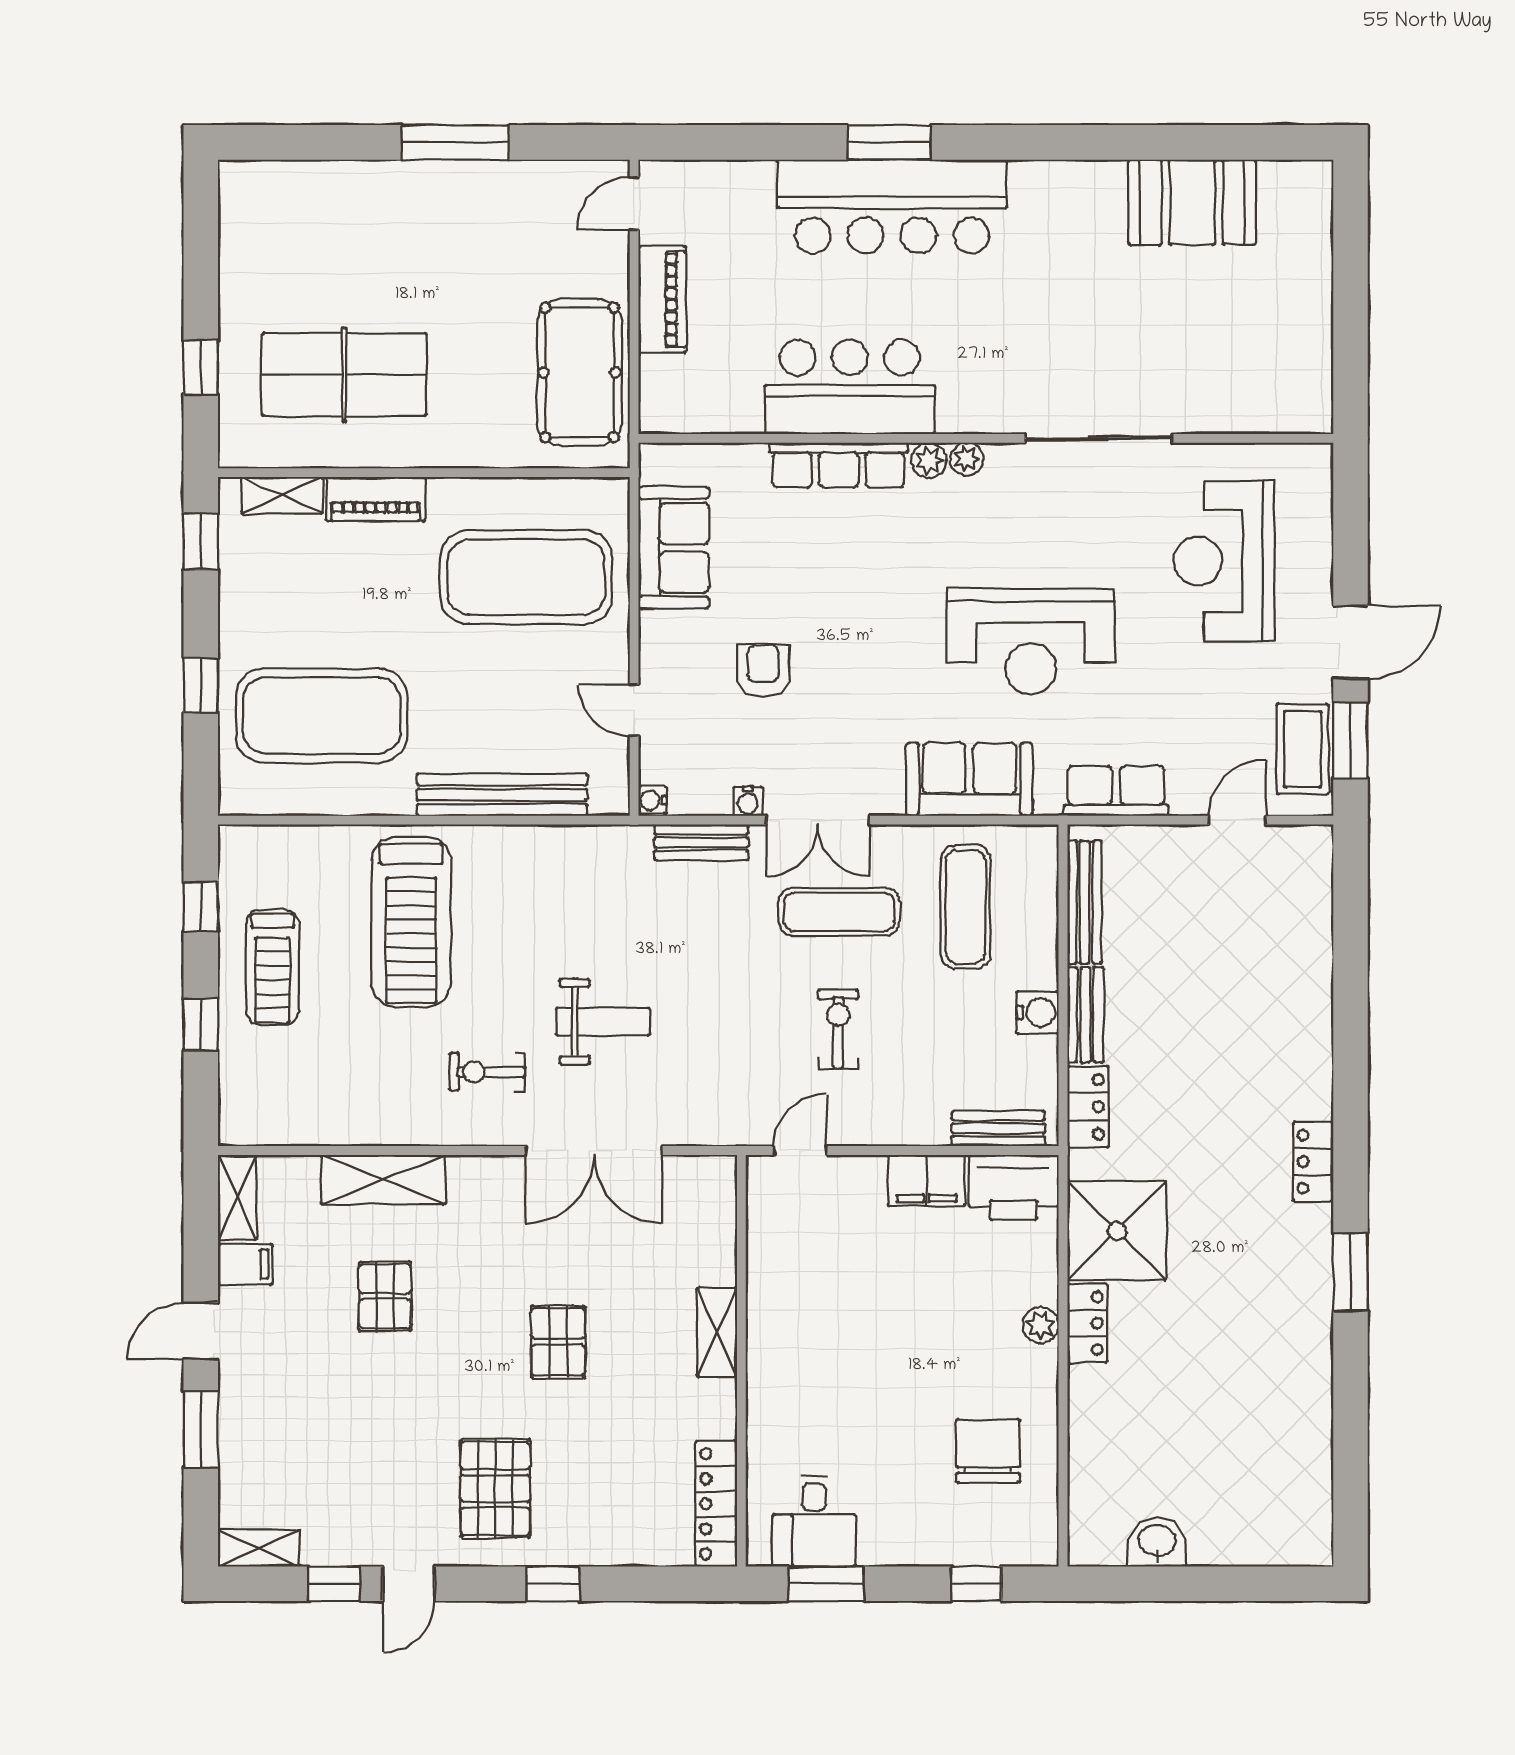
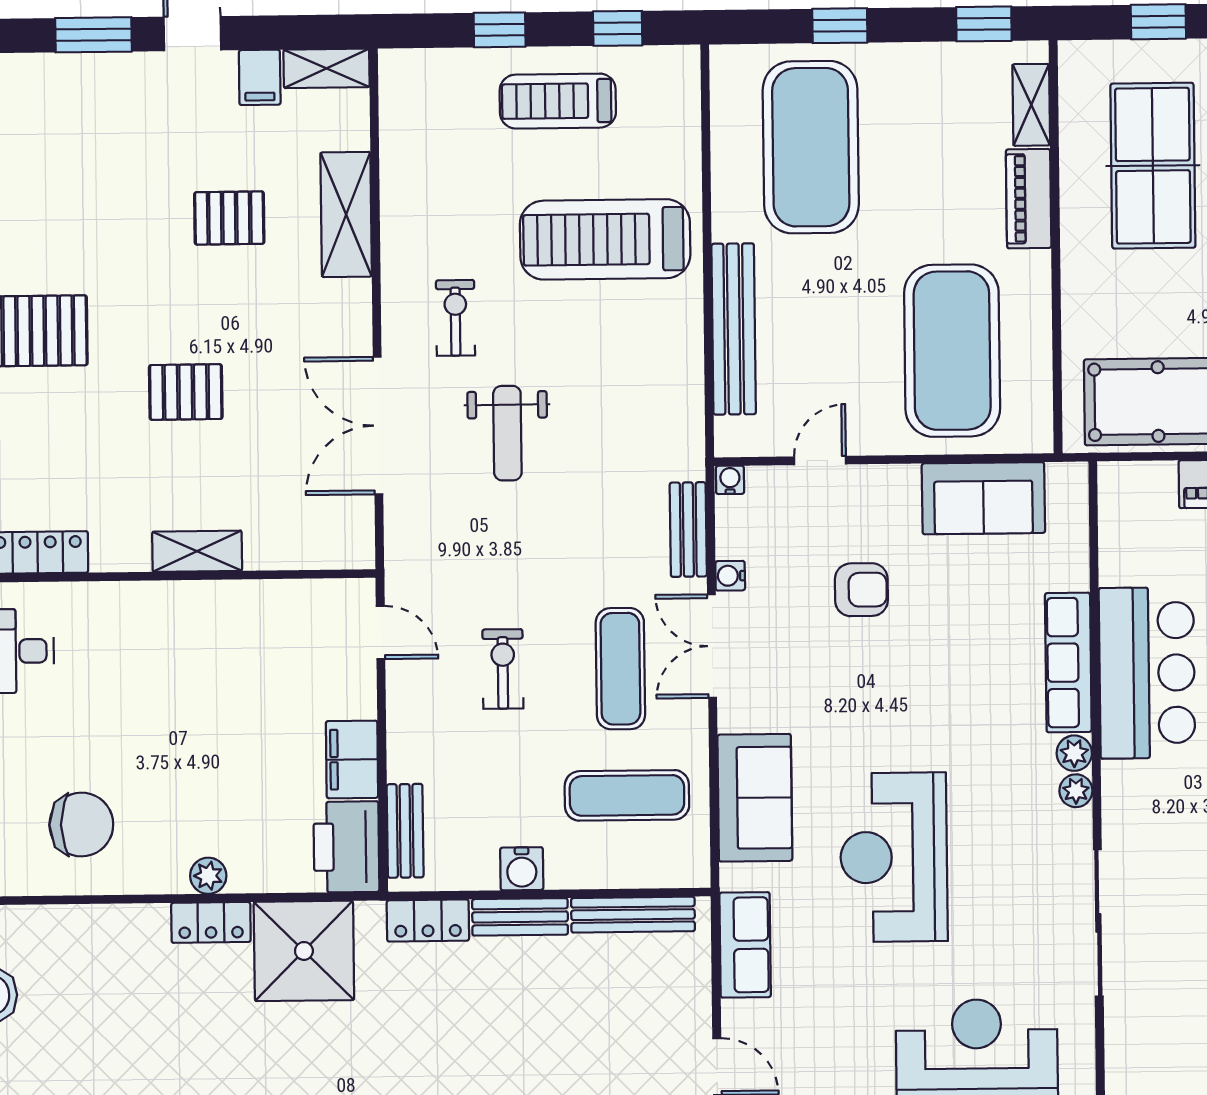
exercise bike: (838, 1029) -> (503, 669), turned -90

